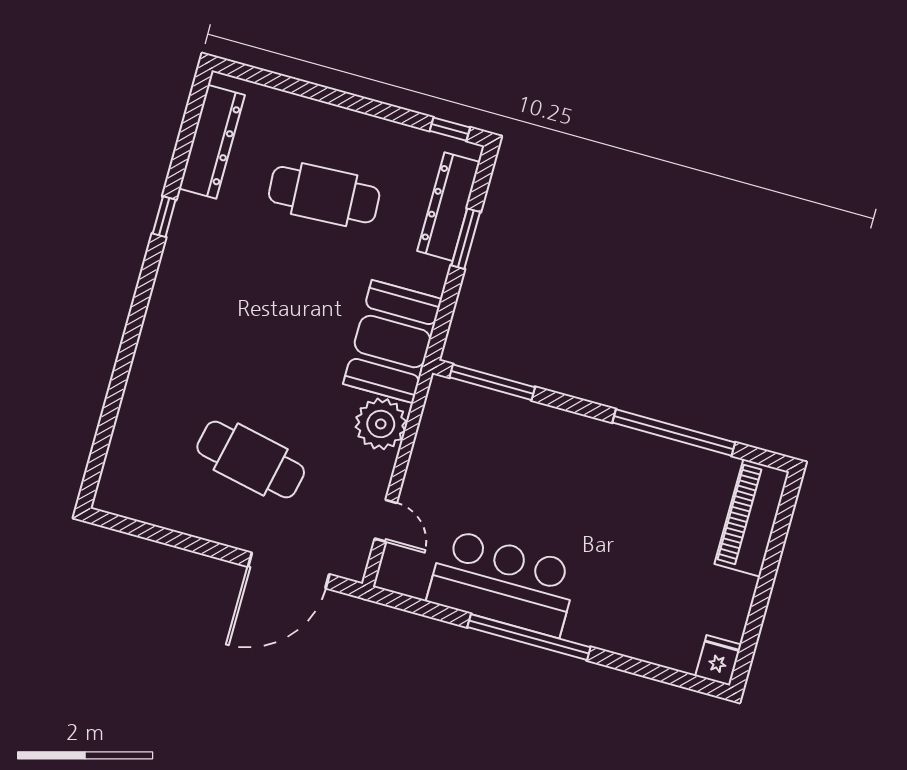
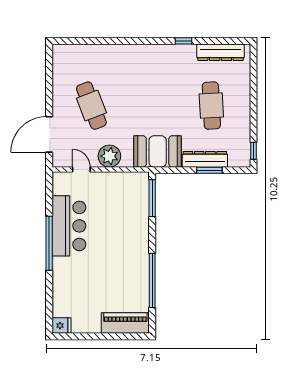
dresser: (449, 207) -> (205, 159), moved
plant: (381, 424) -> (109, 156), moved
cafe table: (251, 460) -> (91, 106), turned -33
door: (386, 521) -> (81, 170), swing flipped
door: (289, 570) -> (49, 134), hinge flipped

